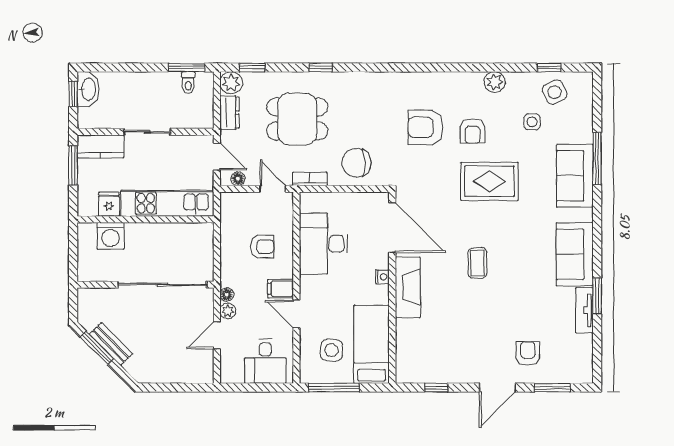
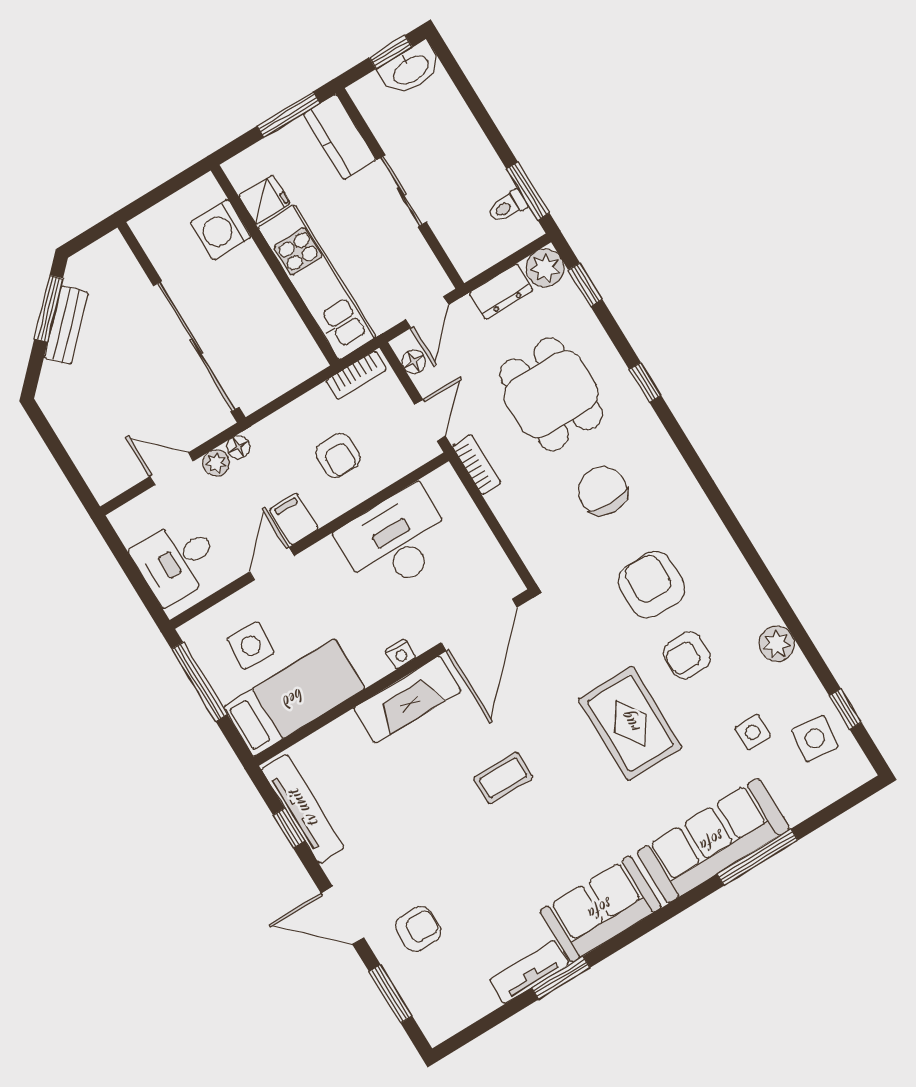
side table: (555, 92) -> (815, 738), turned 33
chair: (356, 163) -> (603, 491), moved
sofa: (575, 176) -> (713, 841), width x1.36
bookcase: (227, 212) -> (356, 375), added
tv unit: (431, 375) -> (303, 809), added

